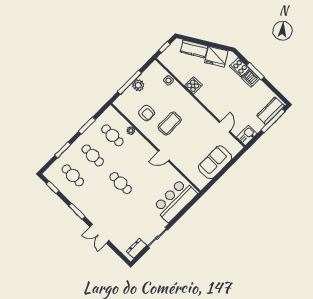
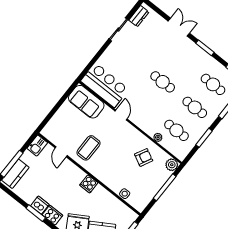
plant: (138, 85) -> (172, 165), moved
cooker: (193, 85) -> (89, 184), moved
armchair: (147, 113) -> (144, 157), turned 117
coffee table: (170, 124) -> (88, 148), moved
door: (164, 156) -> (121, 115), hinge flipped
sofa: (215, 162) -> (86, 102), moved, turned 90
bar counter: (175, 200) -> (105, 85), moved, turned -90

